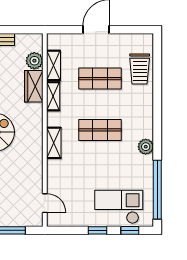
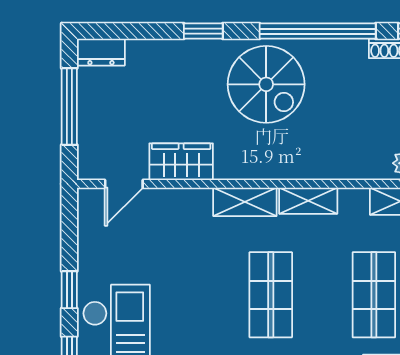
wardrobe: (34, 86) -> (181, 162), moved
shelving: (53, 96) -> (308, 201), moved

